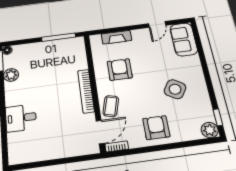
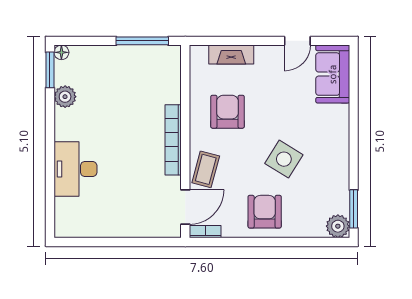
side table: (175, 89) -> (284, 159), moved
window: (218, 117) -> (354, 209), width x1.50
desk: (21, 118) -> (75, 169), width x1.37

